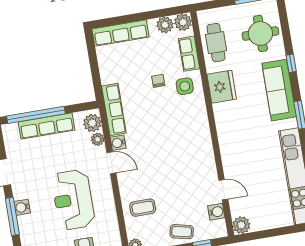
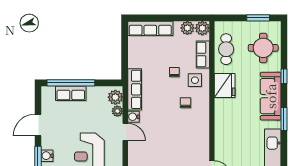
chair: (178, 115) -> (185, 103), added
row of seats: (47, 126) -> (71, 93), width x0.68

